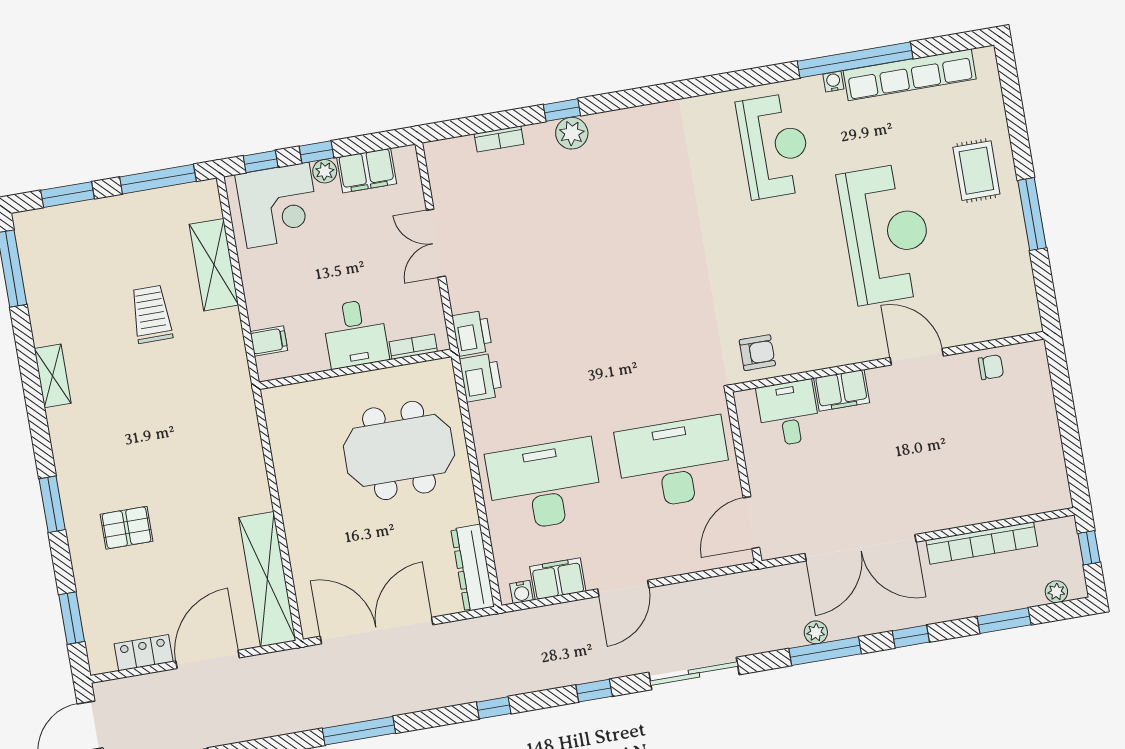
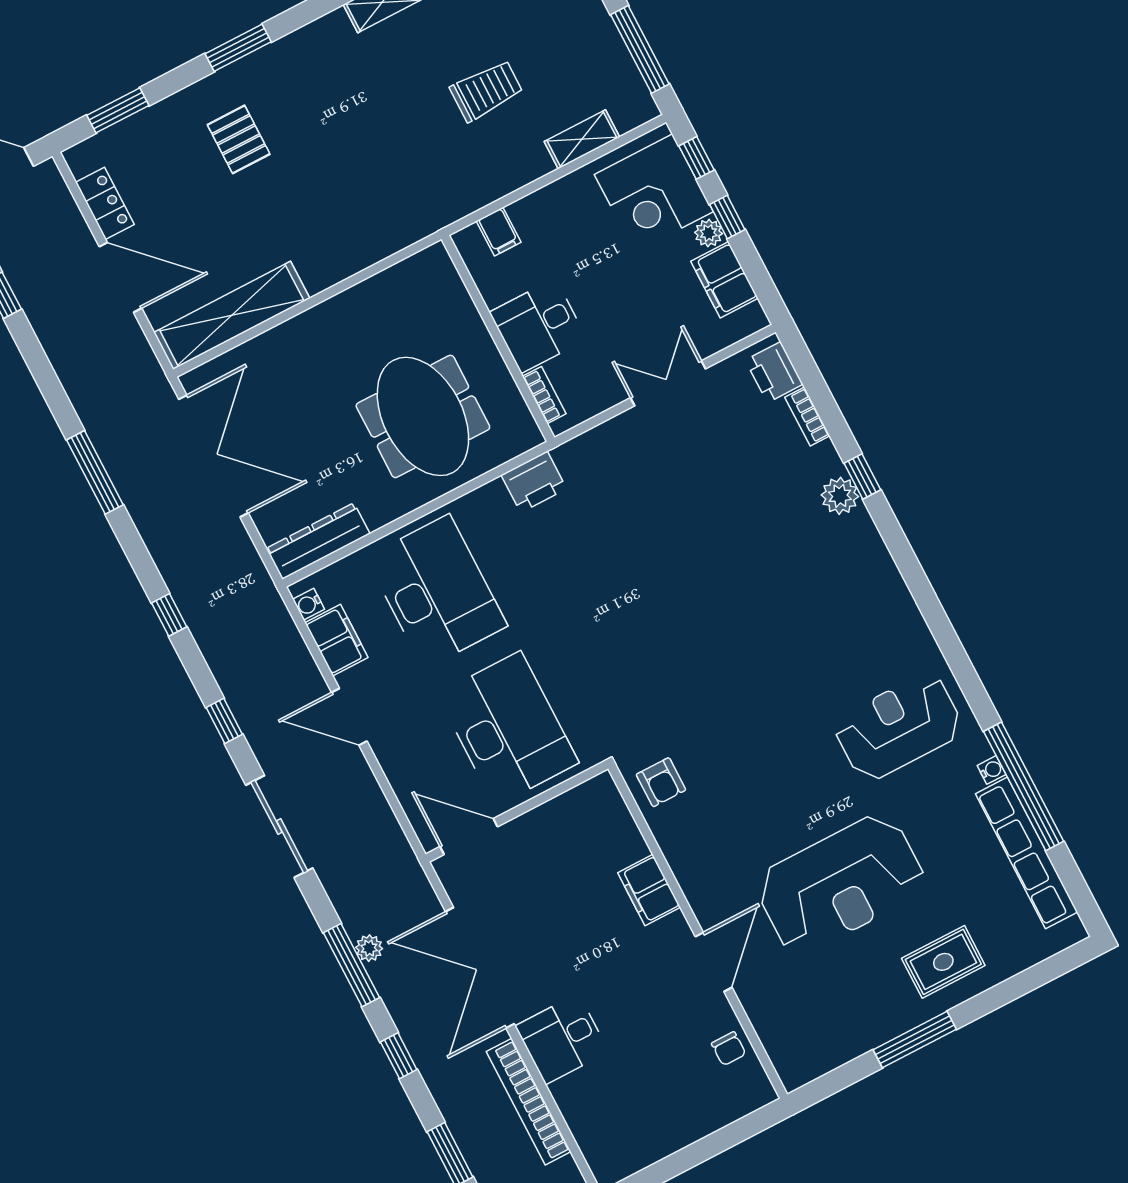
reception desk: (774, 146) -> (898, 727), turned 180
shelving: (214, 265) -> (582, 139), width x0.67, depth x0.75
printer: (472, 333) -> (774, 372), moved, turned 90
desk: (789, 413) -> (562, 1039), moved, turned 180

